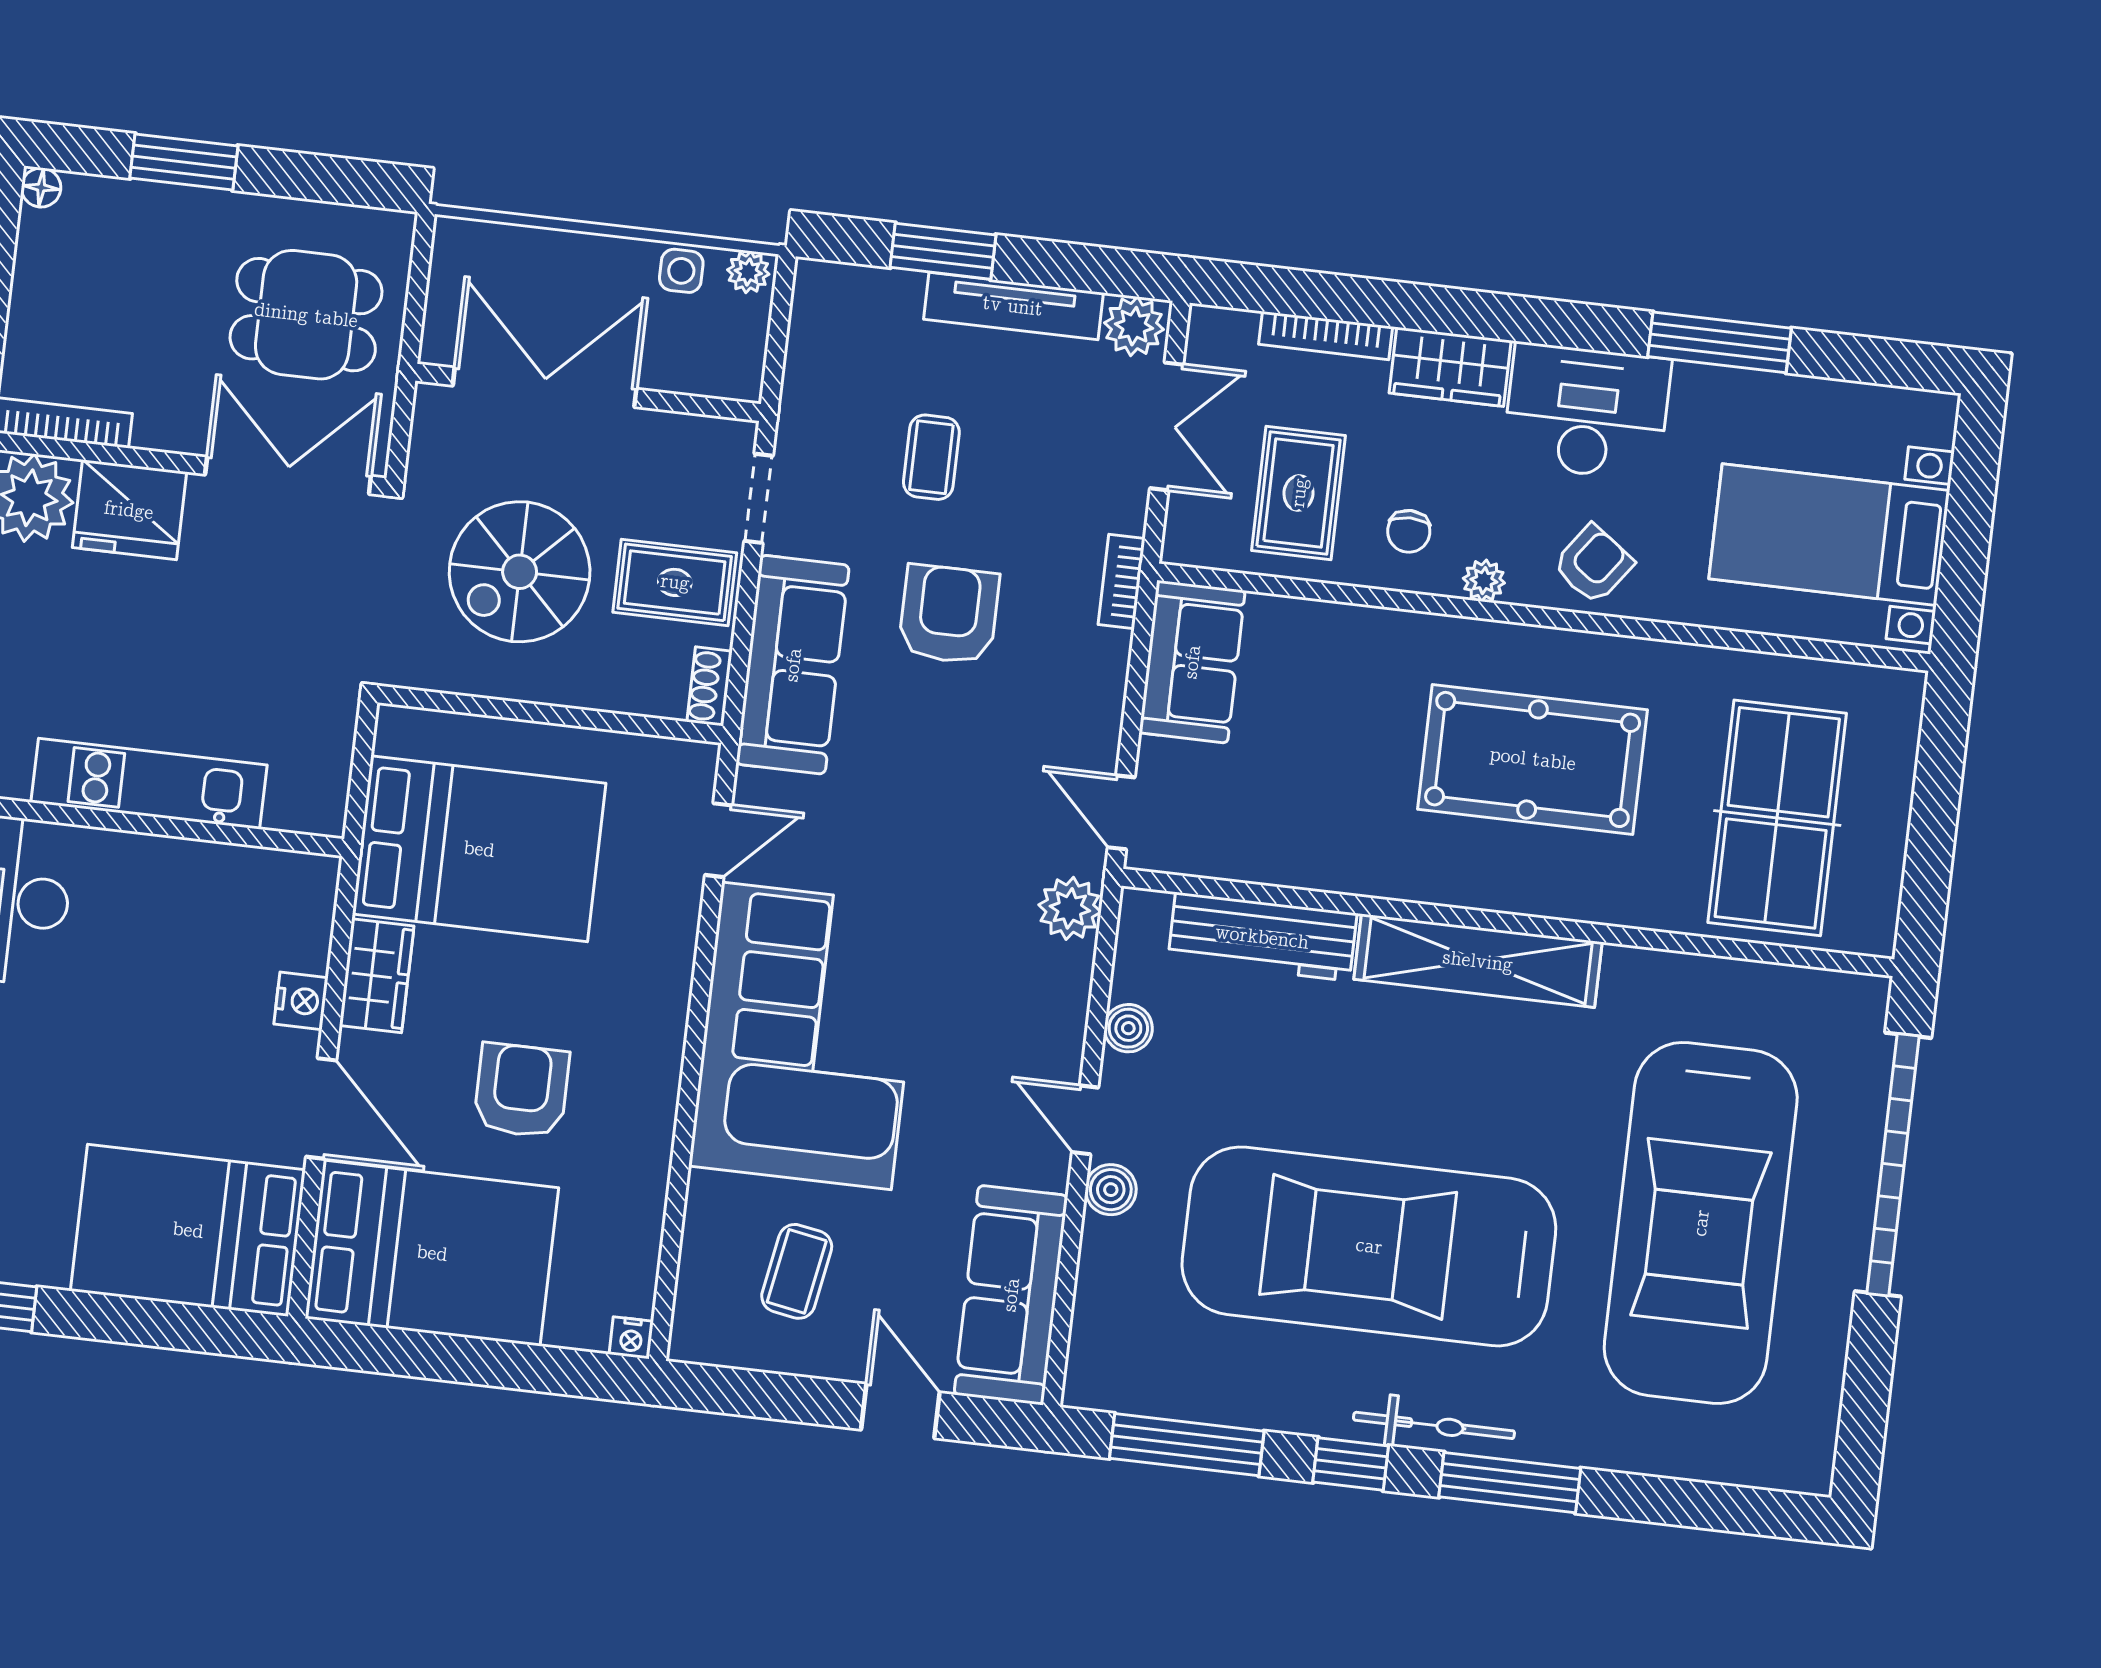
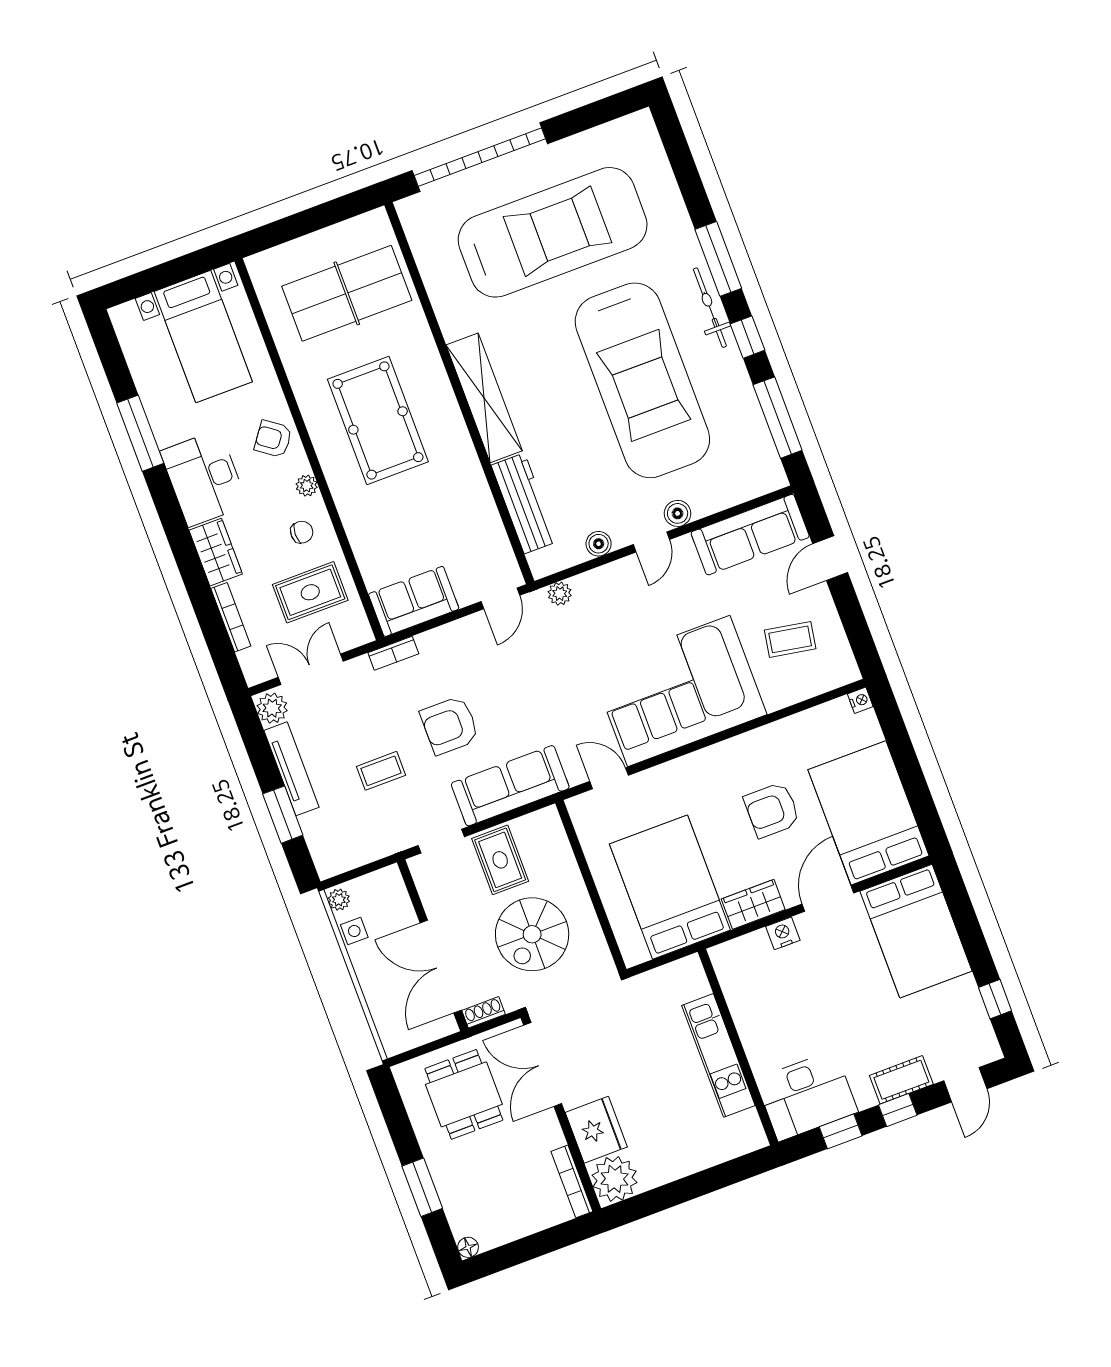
spiral stairs: (520, 572) -> (532, 934), turned 90
shoe rack: (710, 686) -> (484, 1012), moved, turned 180
plant: (1070, 908) -> (560, 594), width x0.73, depth x0.73

